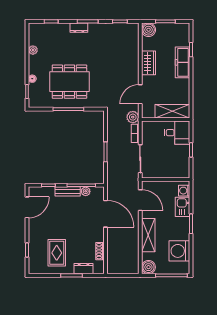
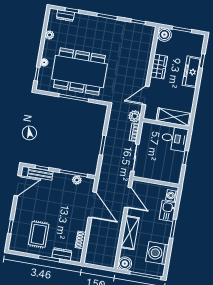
dresser: (79, 28) -> (65, 15), moved
dining table: (69, 82) -> (79, 71), width x1.36, depth x1.24
bench: (68, 191) -> (40, 174), moved

